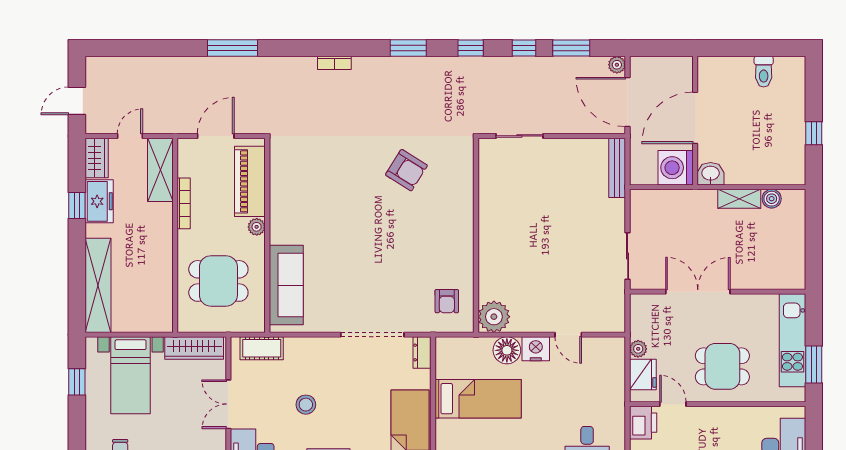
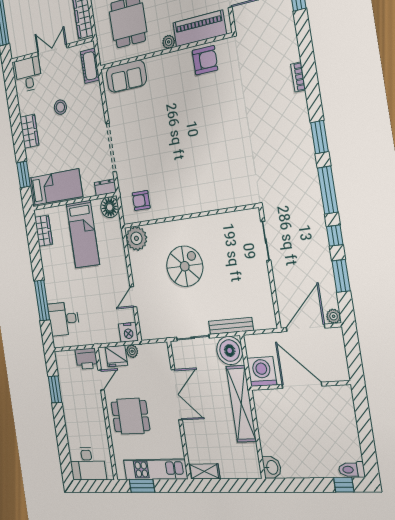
window: (471, 48) -> (328, 190), width x2.17
toilet: (764, 72) -> (352, 470), moved
window: (814, 133) -> (344, 485), moved
bench: (617, 168) -> (231, 326), moved
armchair: (406, 170) -> (205, 60), moved, turned -122
washbasin: (711, 174) -> (272, 467), moved
shelving: (739, 199) -> (241, 404), width x2.20, depth x1.33
boiler: (772, 199) -> (230, 351), moved, width x1.86, depth x1.86
spiral stairs: (537, 252) -> (185, 266), added
shelving: (796, 268) -> (204, 471), added
sofa: (286, 285) -> (126, 76), width x0.73
nightstand: (536, 349) -> (128, 332), moved, turned 90
floor lamp: (507, 350) -> (110, 207), moved
dining table: (722, 366) -> (130, 416), turned 90

